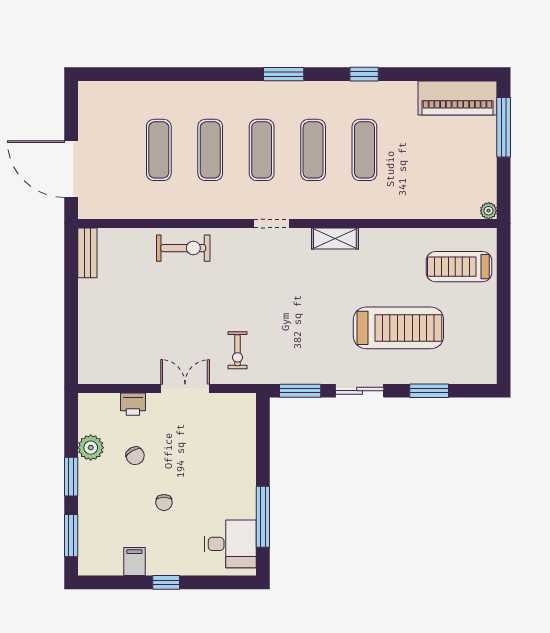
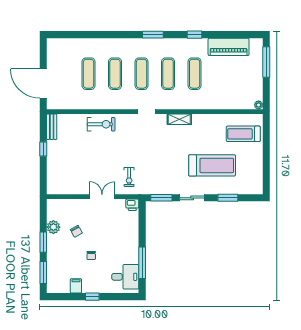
piano: (457, 98) -> (229, 47), moved
window: (71, 296) -> (43, 149), added
printer: (133, 404) -> (132, 205), moved

